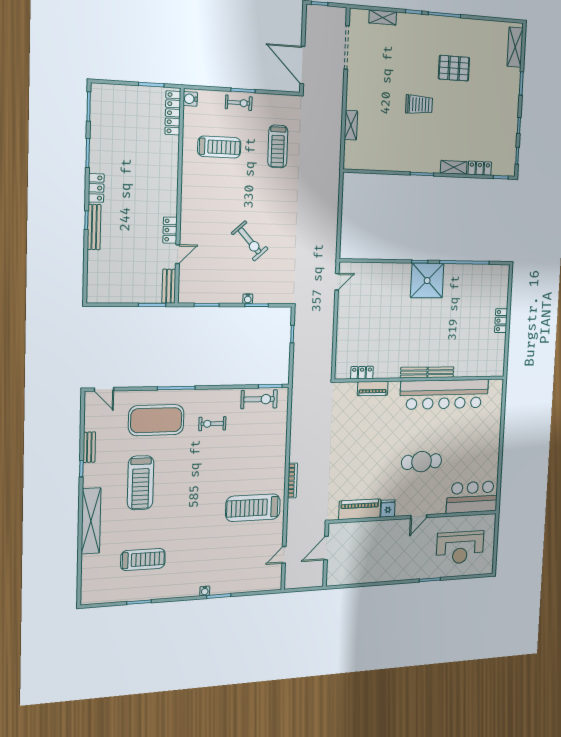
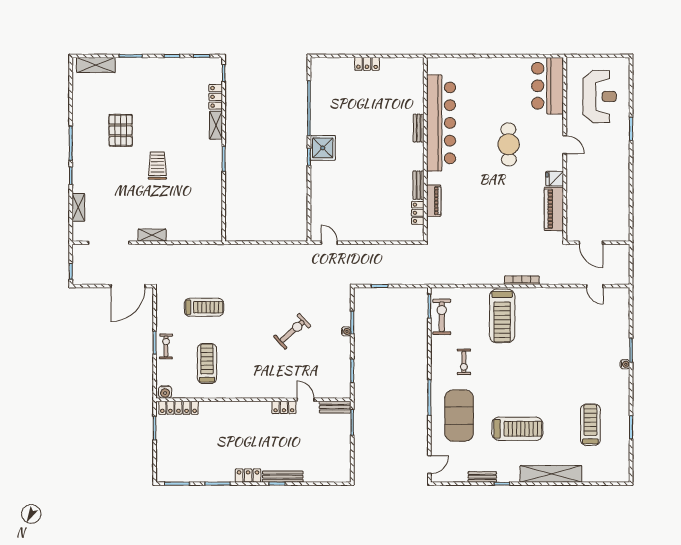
shelving: (351, 125) -> (152, 235), moved
shower: (427, 281) -> (323, 148), width x0.73, depth x0.73
bench: (414, 373) -> (418, 185), moved
treadmill: (253, 508) -> (502, 316), moved

